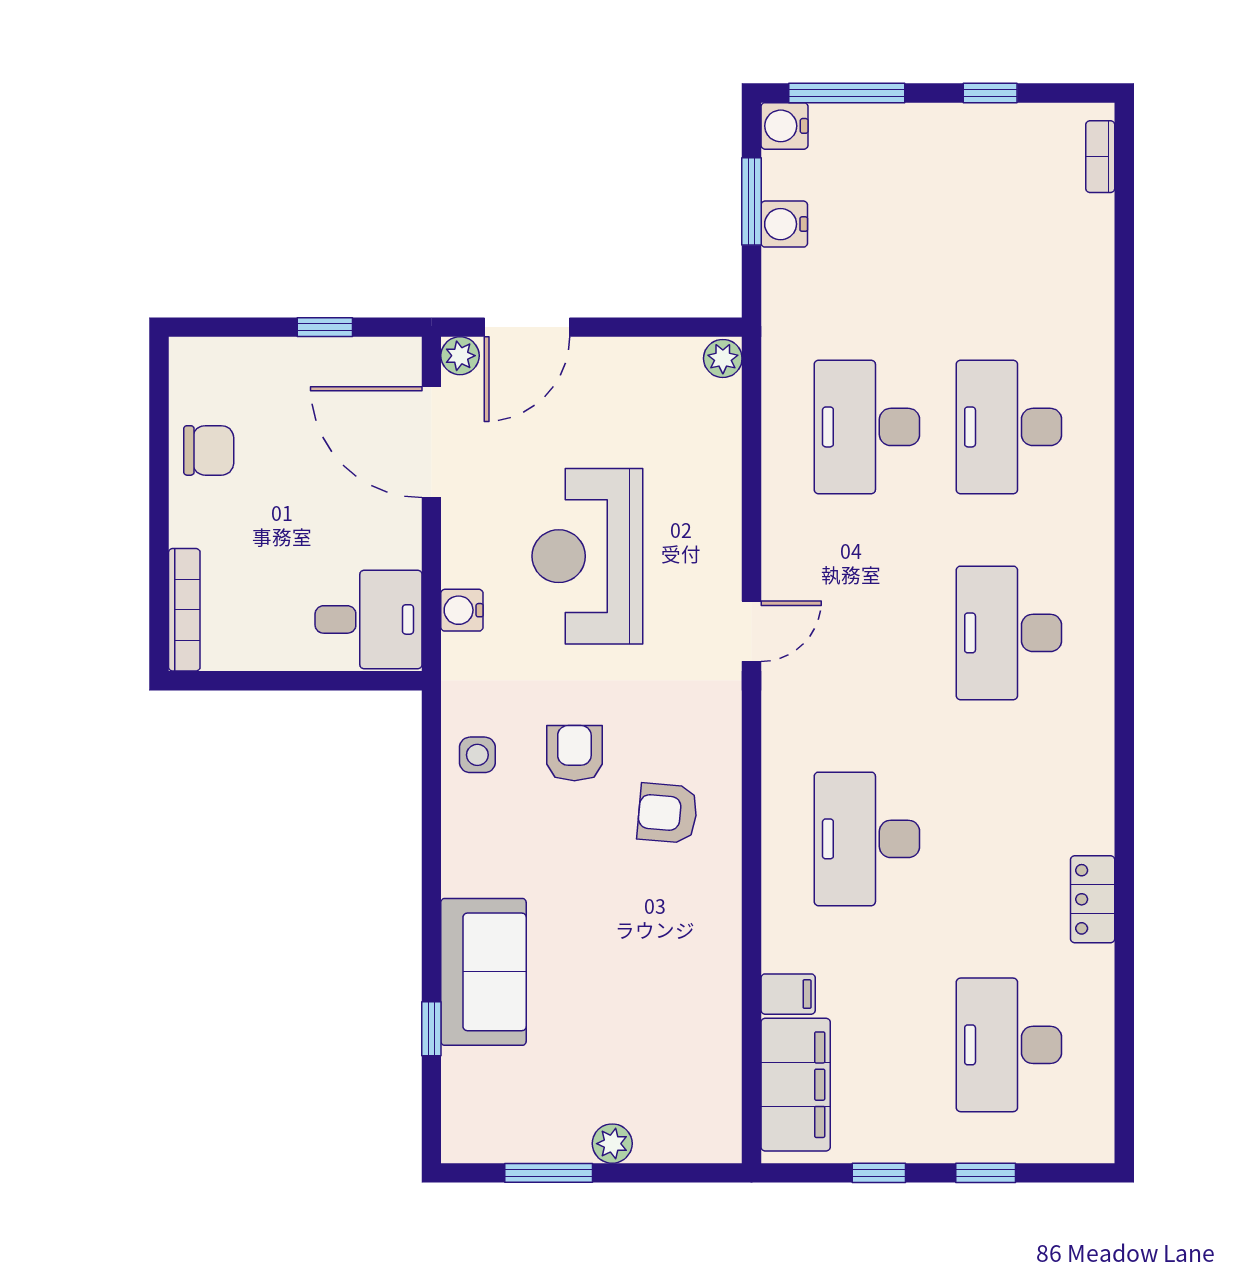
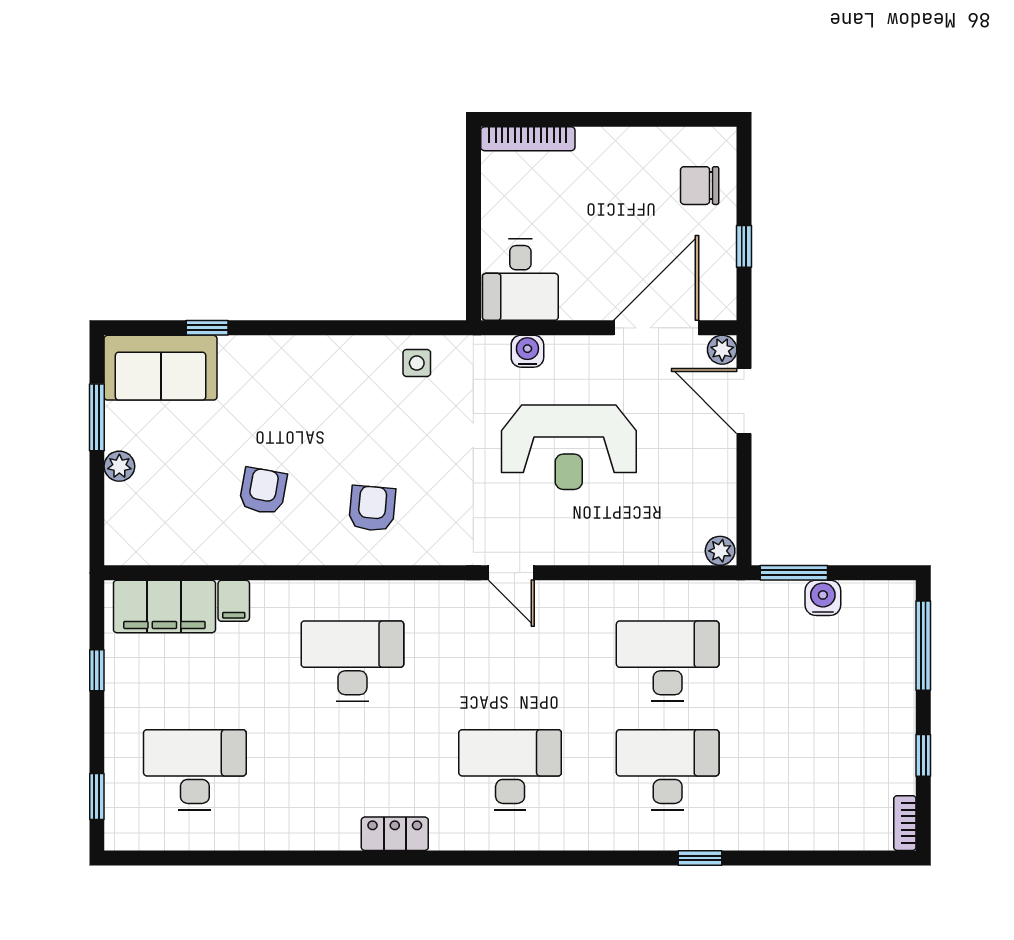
water cooler: (784, 126) -> (898, 598), removed
bookcase: (1100, 157) -> (905, 823), moved, turned -90
window: (752, 201) -> (794, 573), moved
window: (1124, 385) -> (700, 858), added
chair: (209, 450) -> (700, 186), moved, turned 90
reception desk: (587, 556) -> (569, 447), turned 180
armchair: (574, 753) -> (263, 491), moved, turned -80
locker: (1093, 899) -> (395, 834), moved
sofa: (483, 972) -> (161, 368), moved
window: (986, 1173) -> (97, 796), moved

